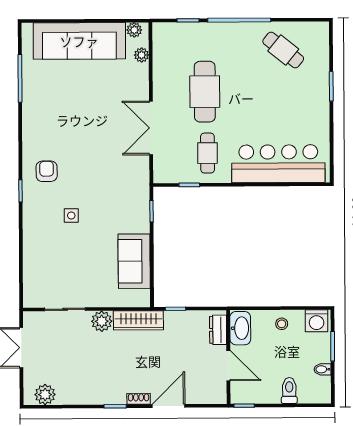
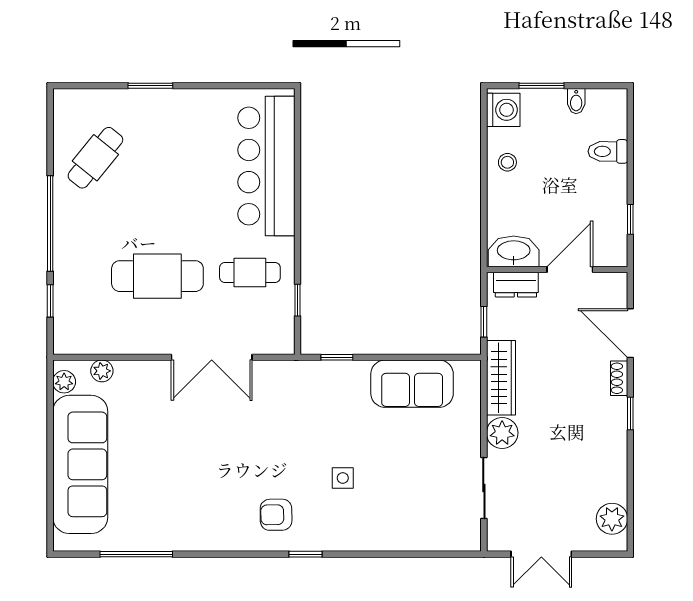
washbasin: (240, 328) -> (514, 251), moved
dresser: (218, 330) -> (516, 285), moved
wall: (228, 357) -> (557, 269), moved
door: (228, 366) -> (570, 269), moved

